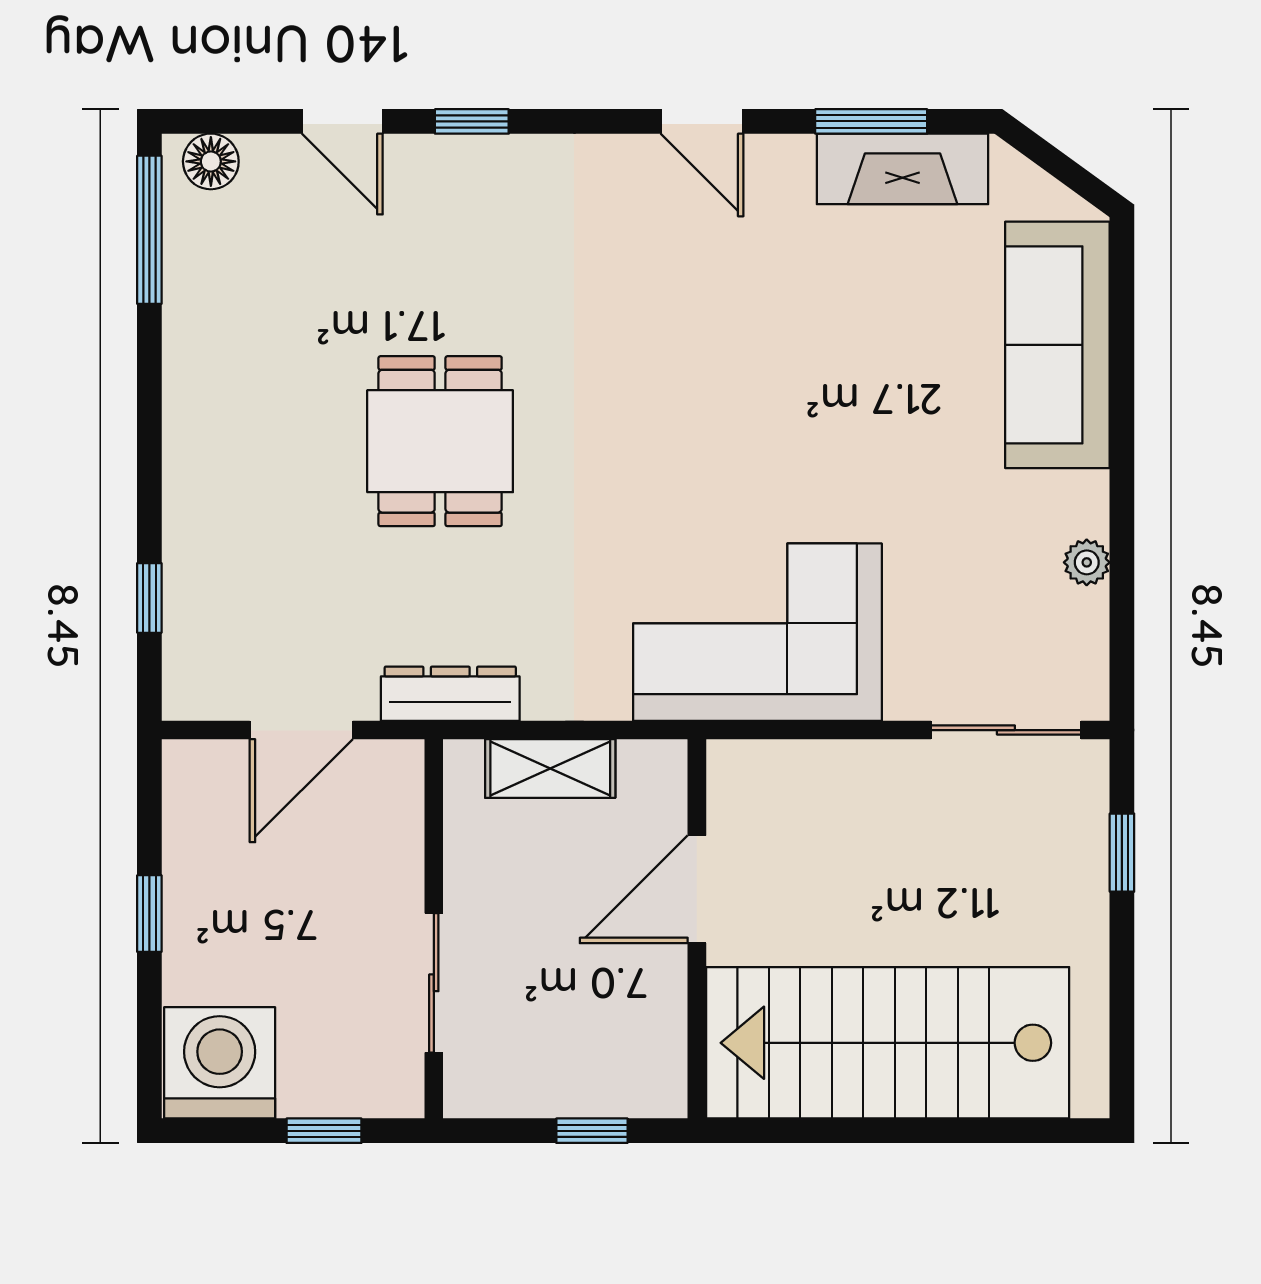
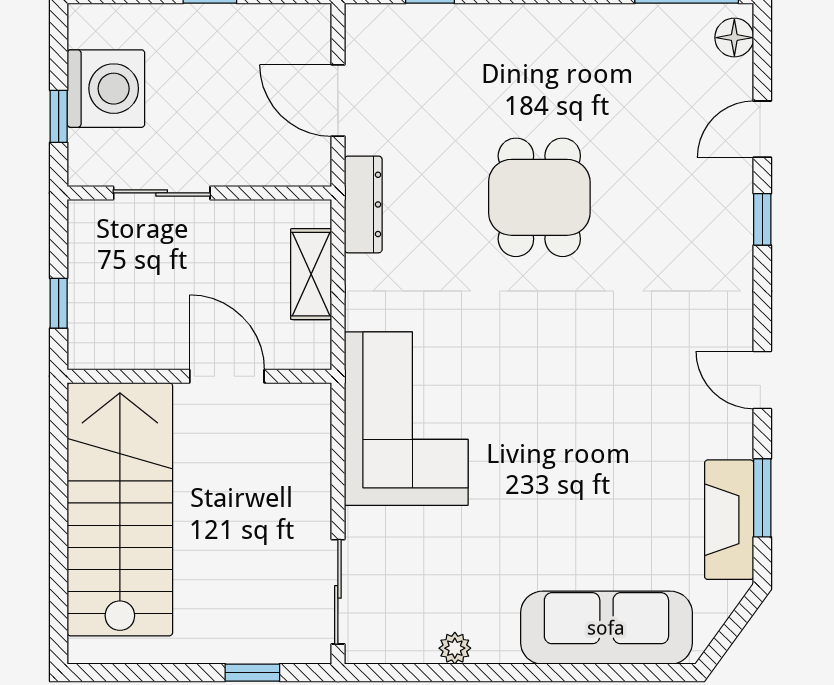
door: (702, 121) -> (762, 380), hinge flipped
dining table: (440, 441) -> (539, 197), turned 90
washing machine: (220, 1063) -> (106, 89), moved

